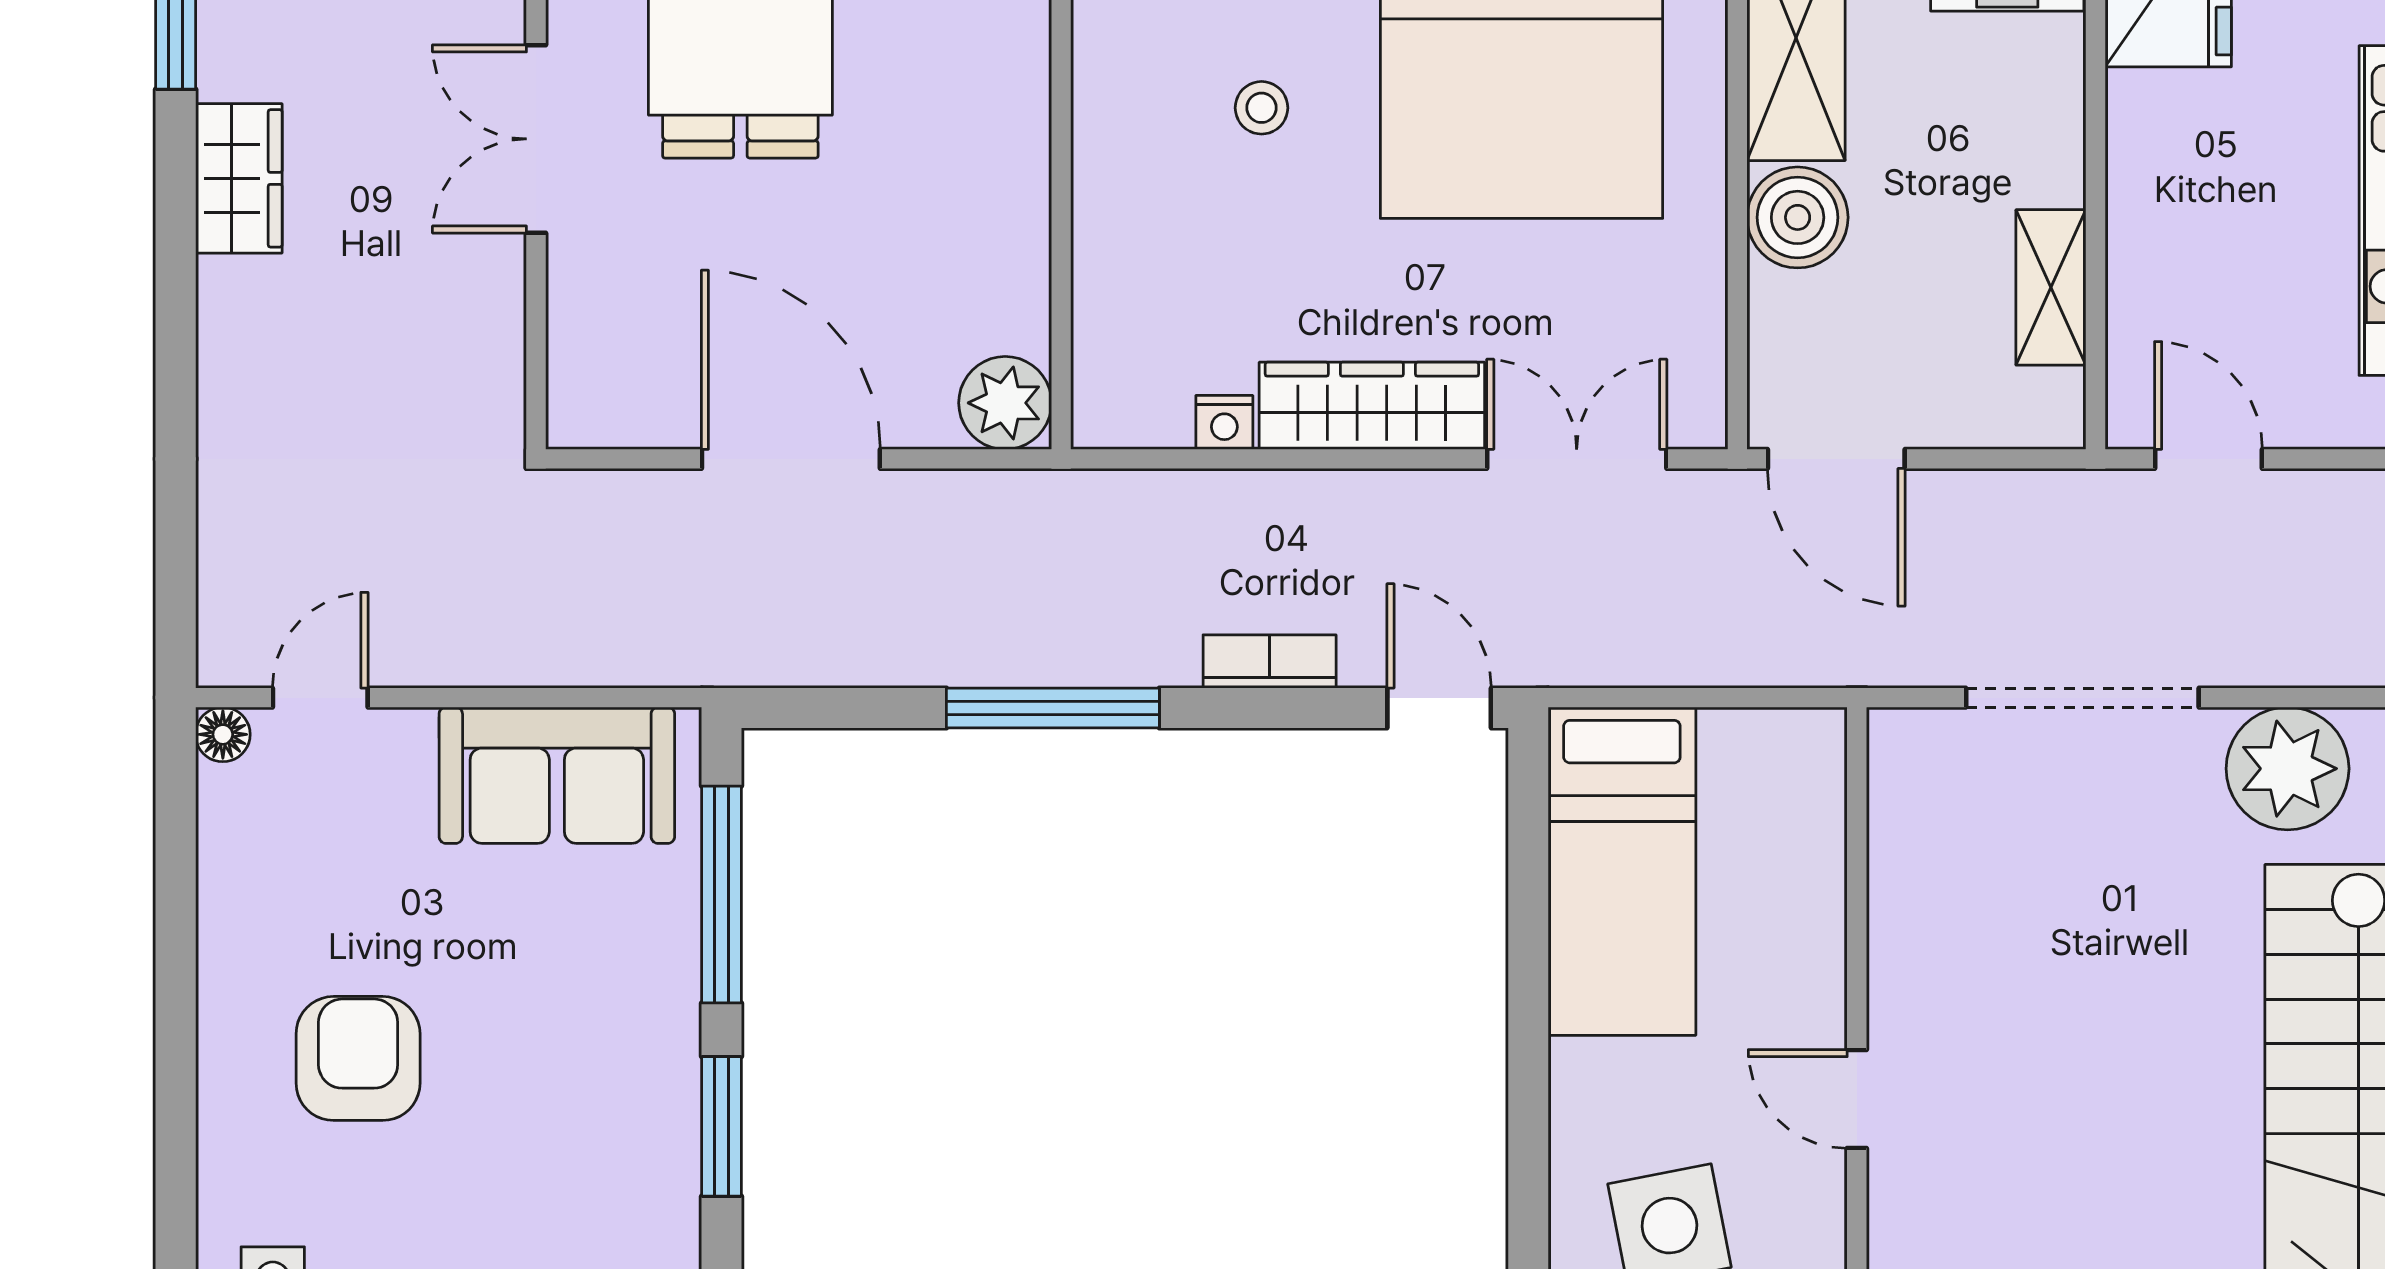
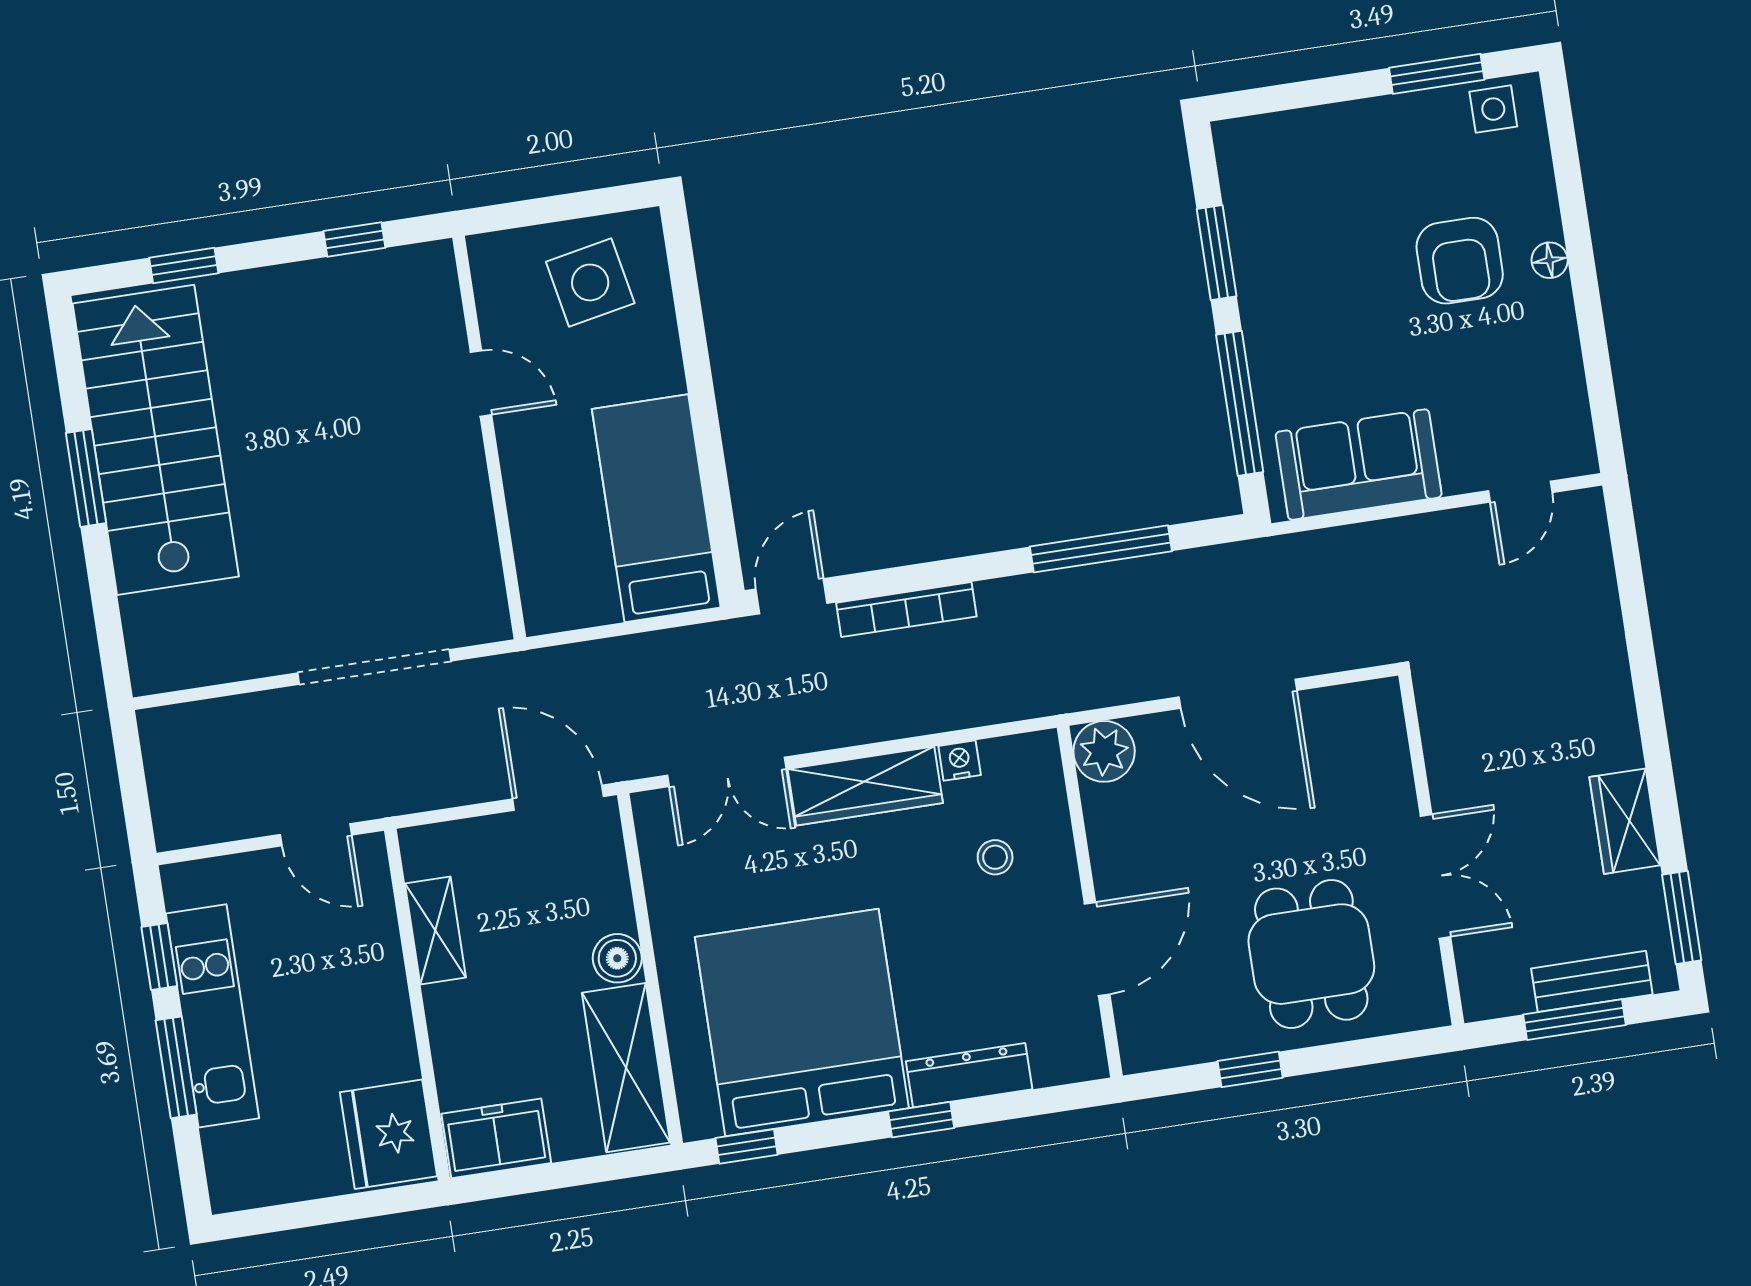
door: (1061, 108) -> (1097, 949), added
stool: (1262, 108) -> (995, 857), moved
boiler: (1798, 217) -> (617, 958), width x0.73, depth x0.73
bookcase: (1270, 661) -> (906, 610), width x1.56
window: (1053, 708) -> (1101, 549), moved
door: (1439, 708) -> (791, 596), swing flipped
floor lamp: (223, 734) -> (1550, 260), moved
plant: (2288, 769) -> (234, 641), removed

